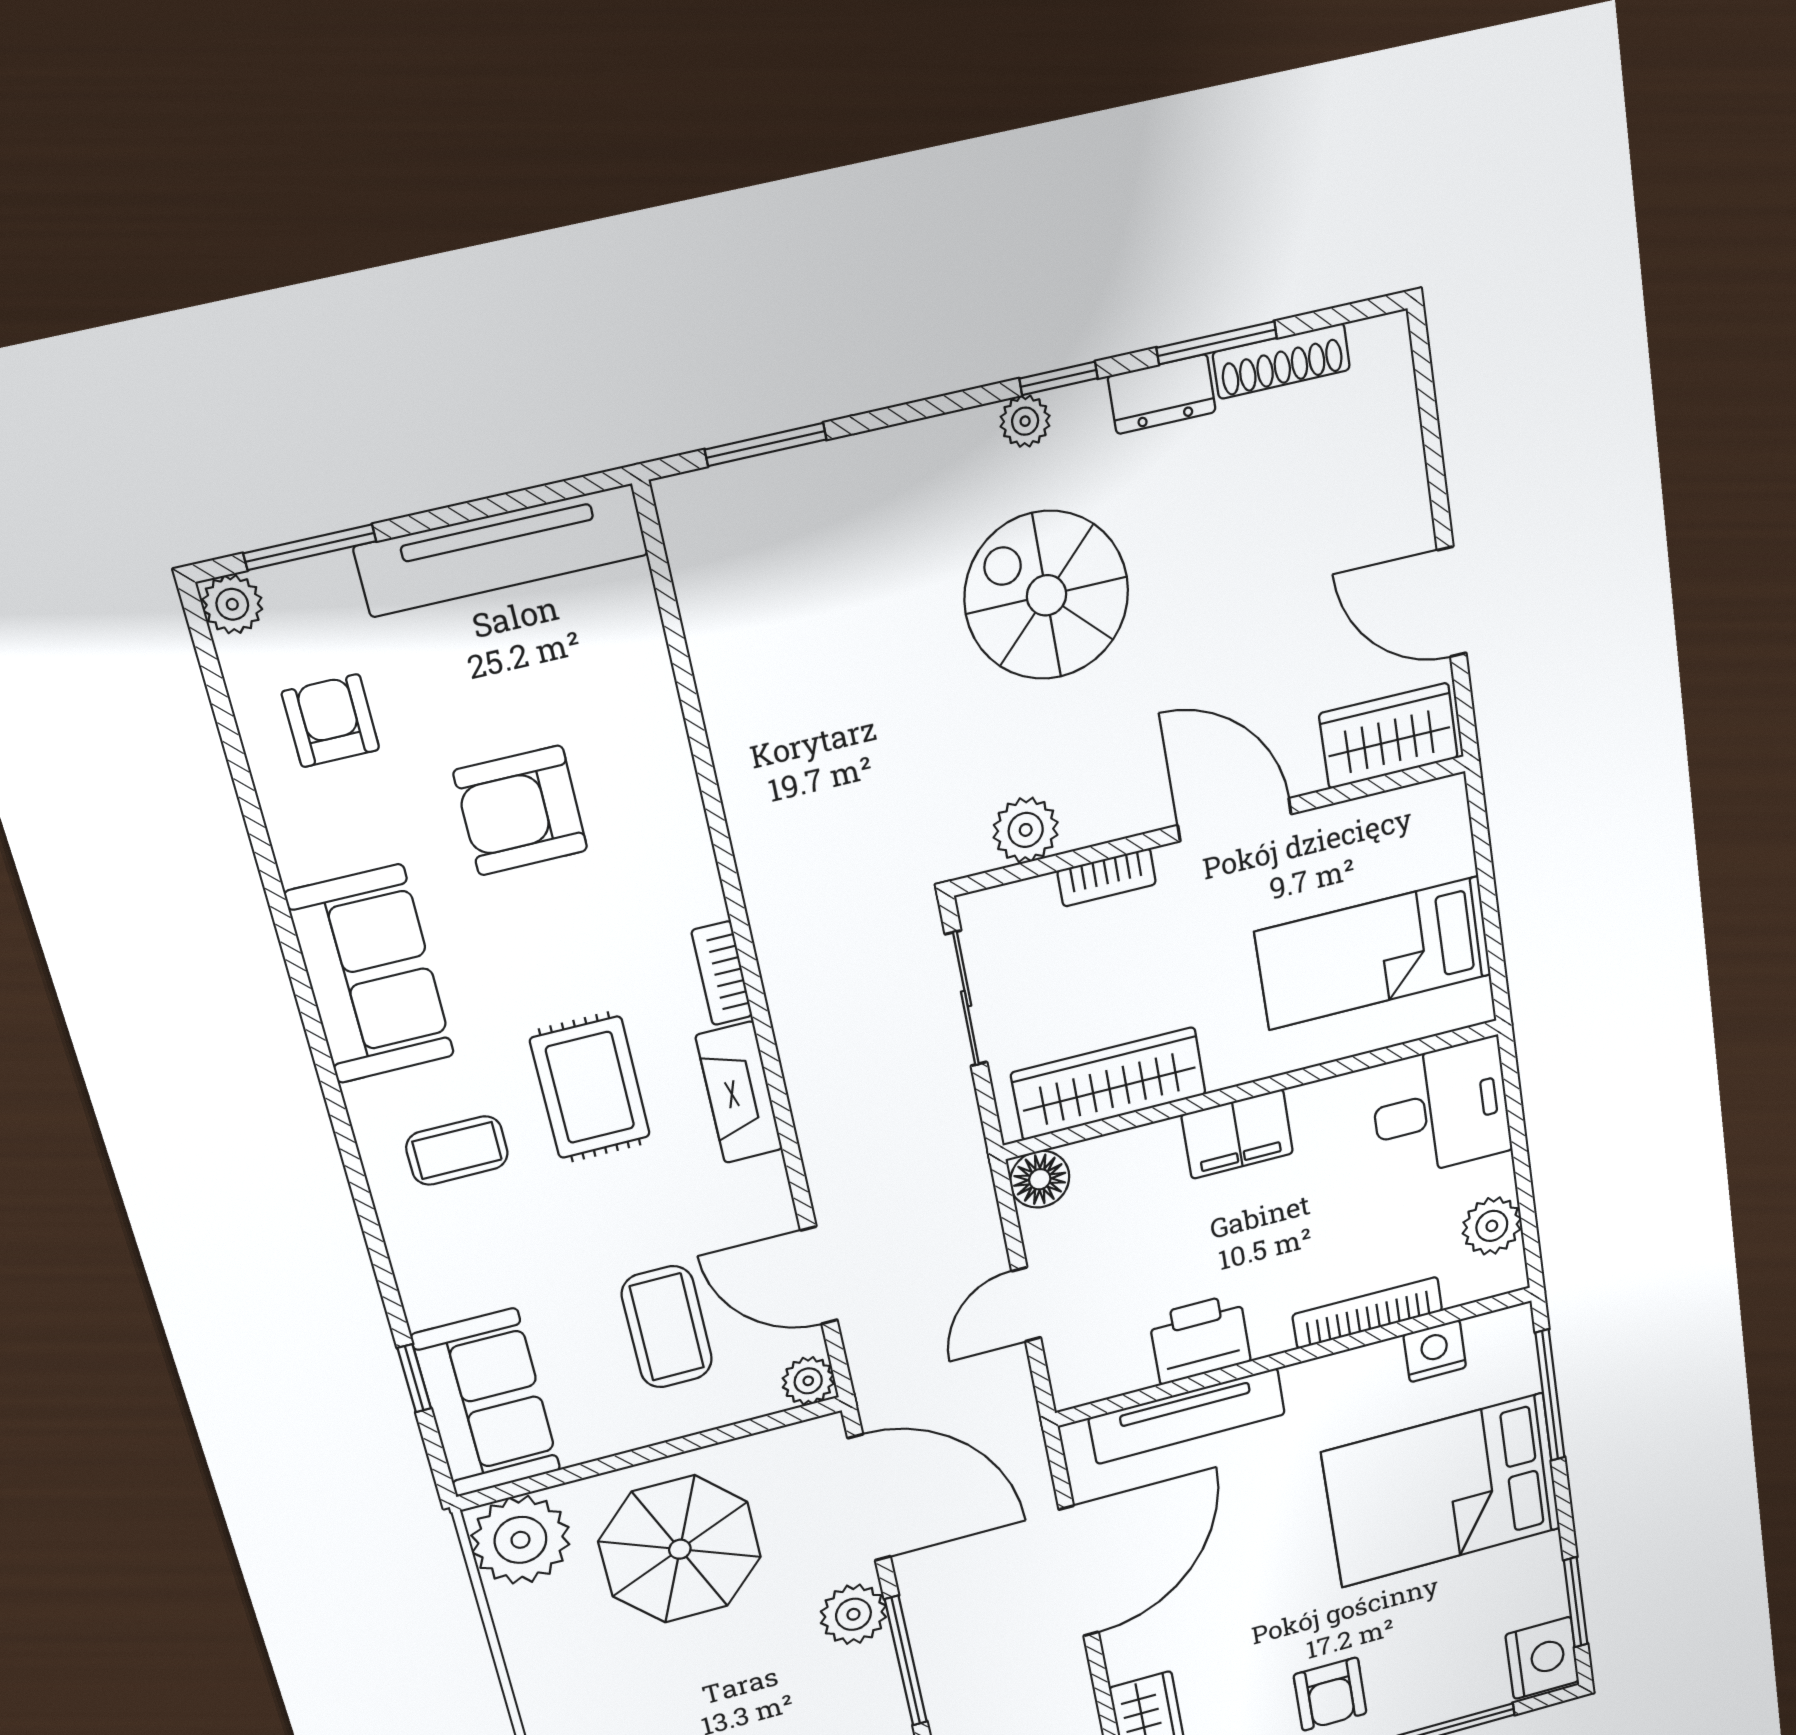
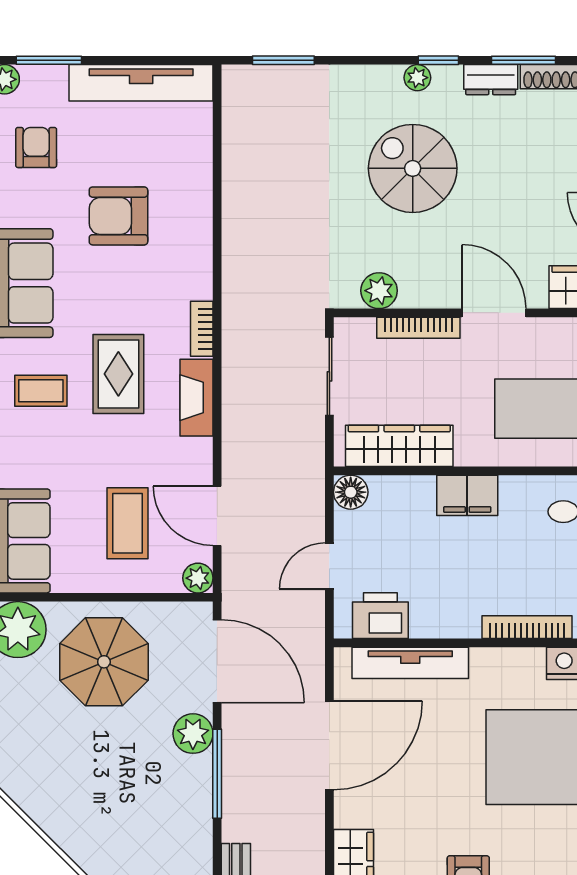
bookcase: (1107, 877) -> (418, 328), width x1.56
printer: (1200, 1339) -> (380, 616), moved

